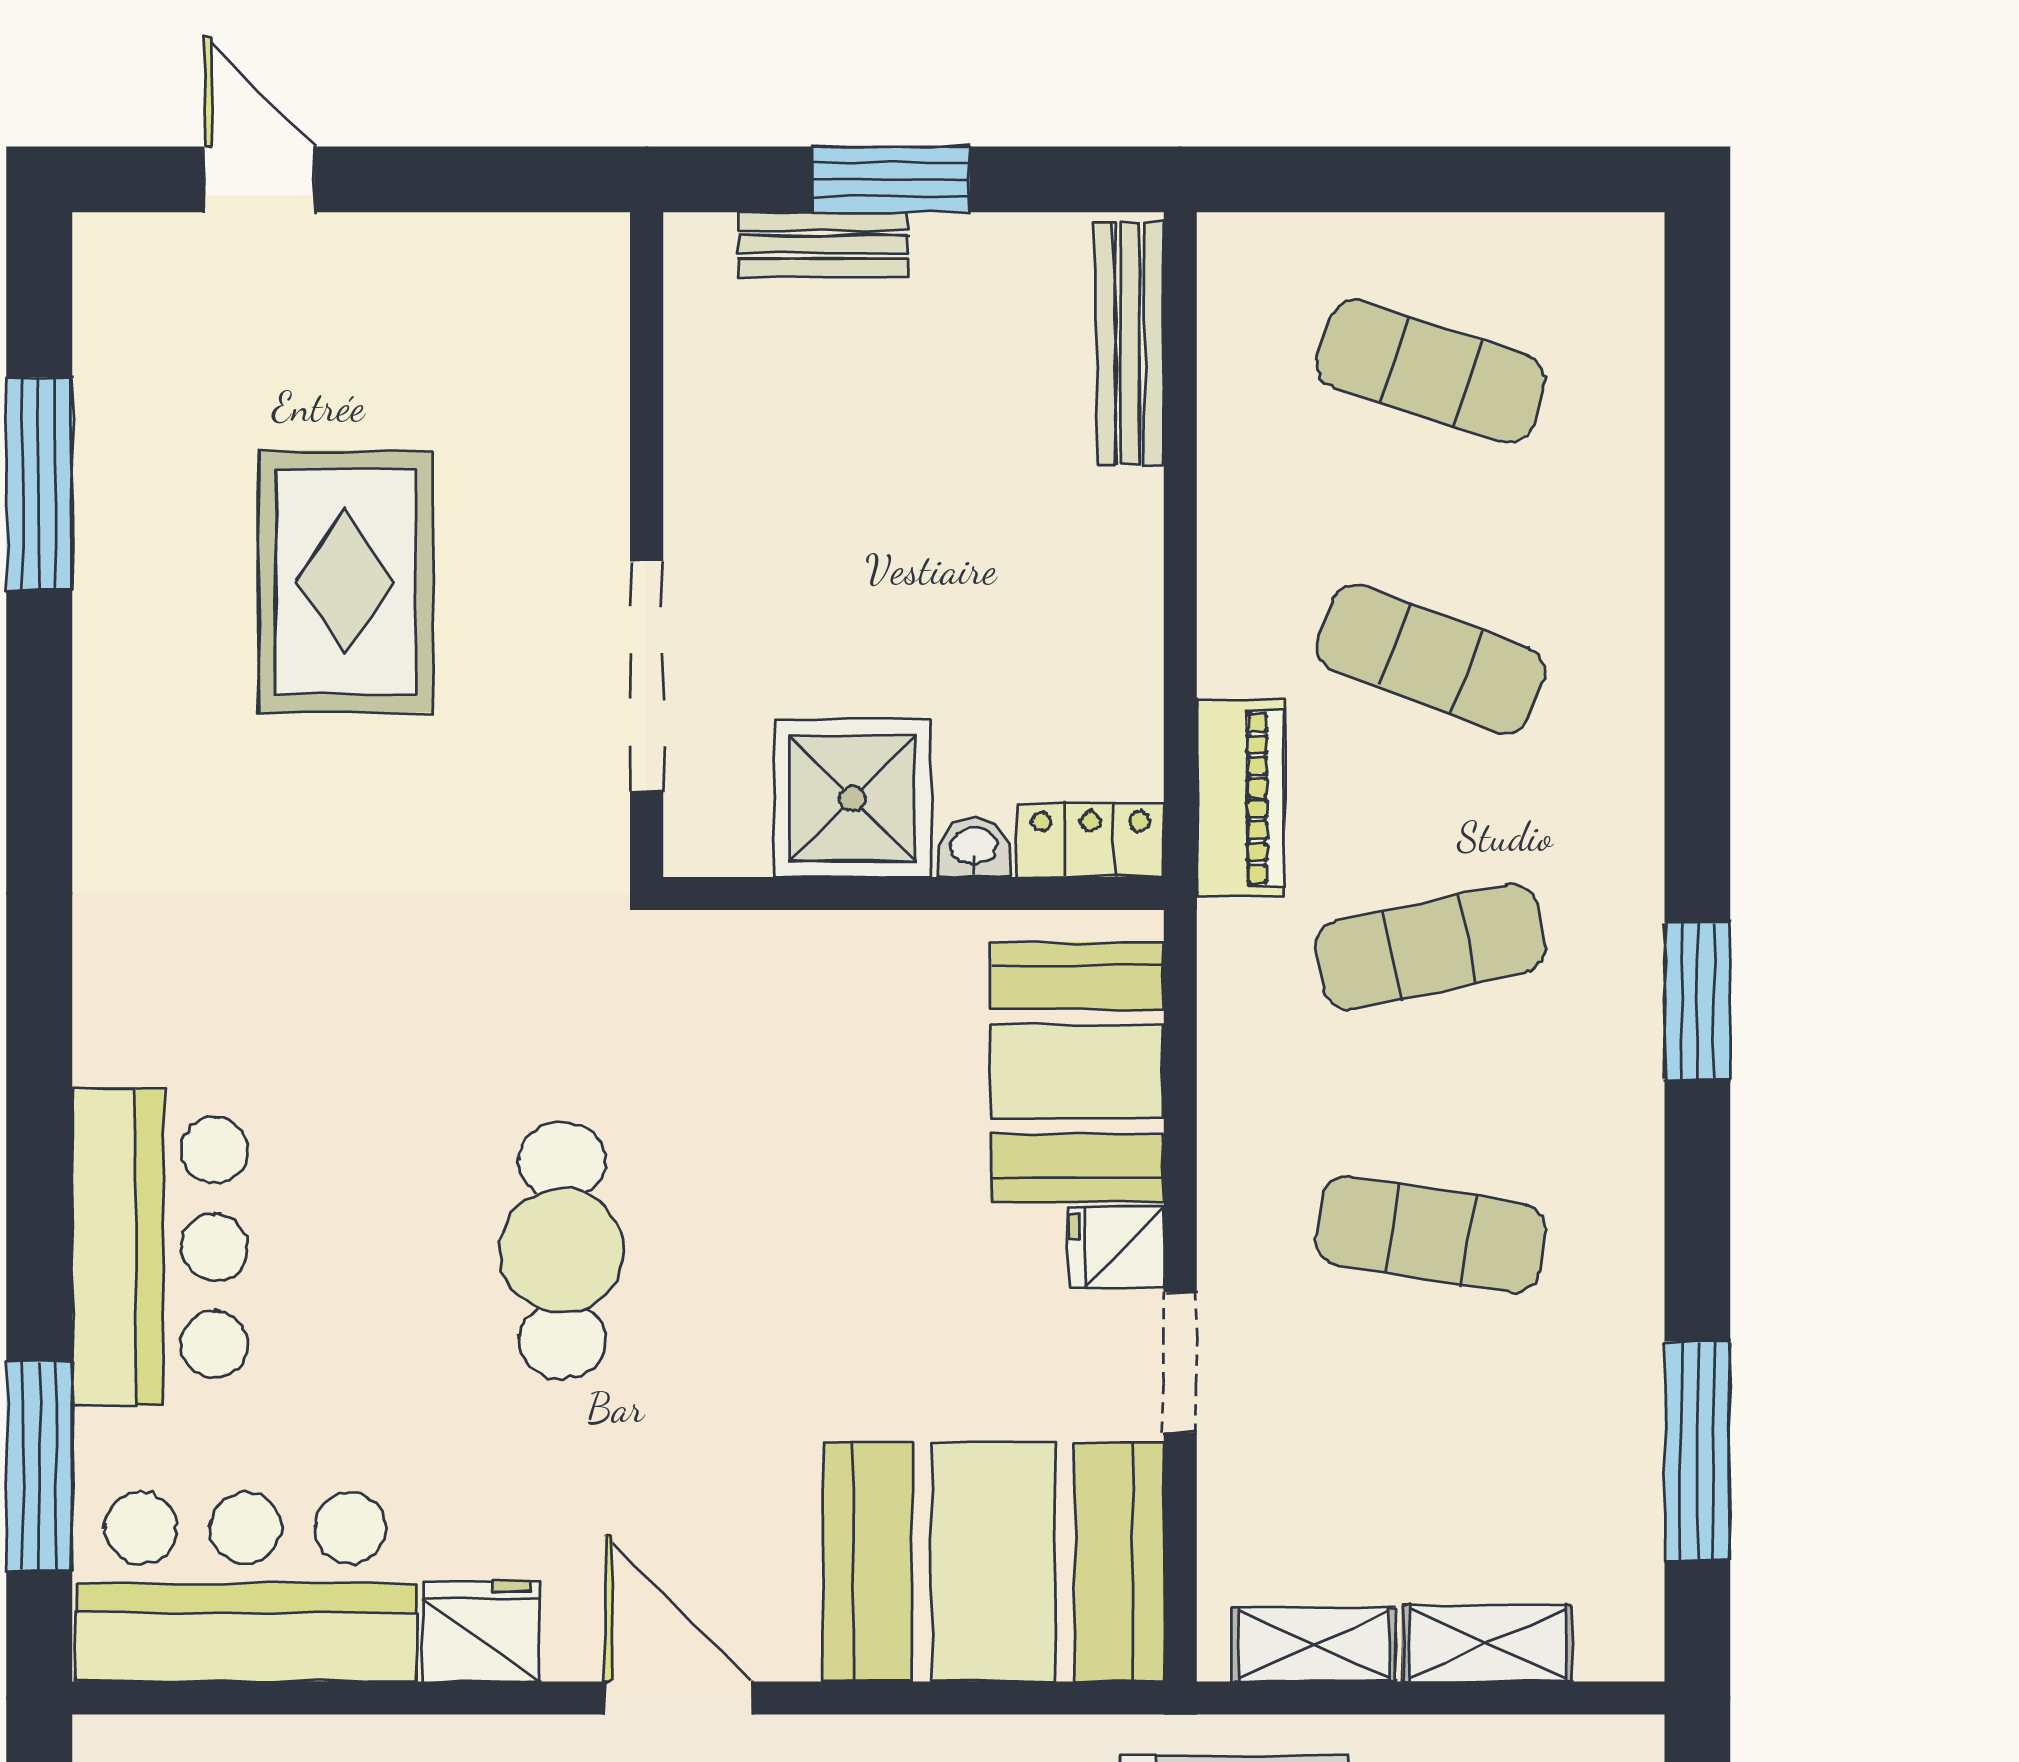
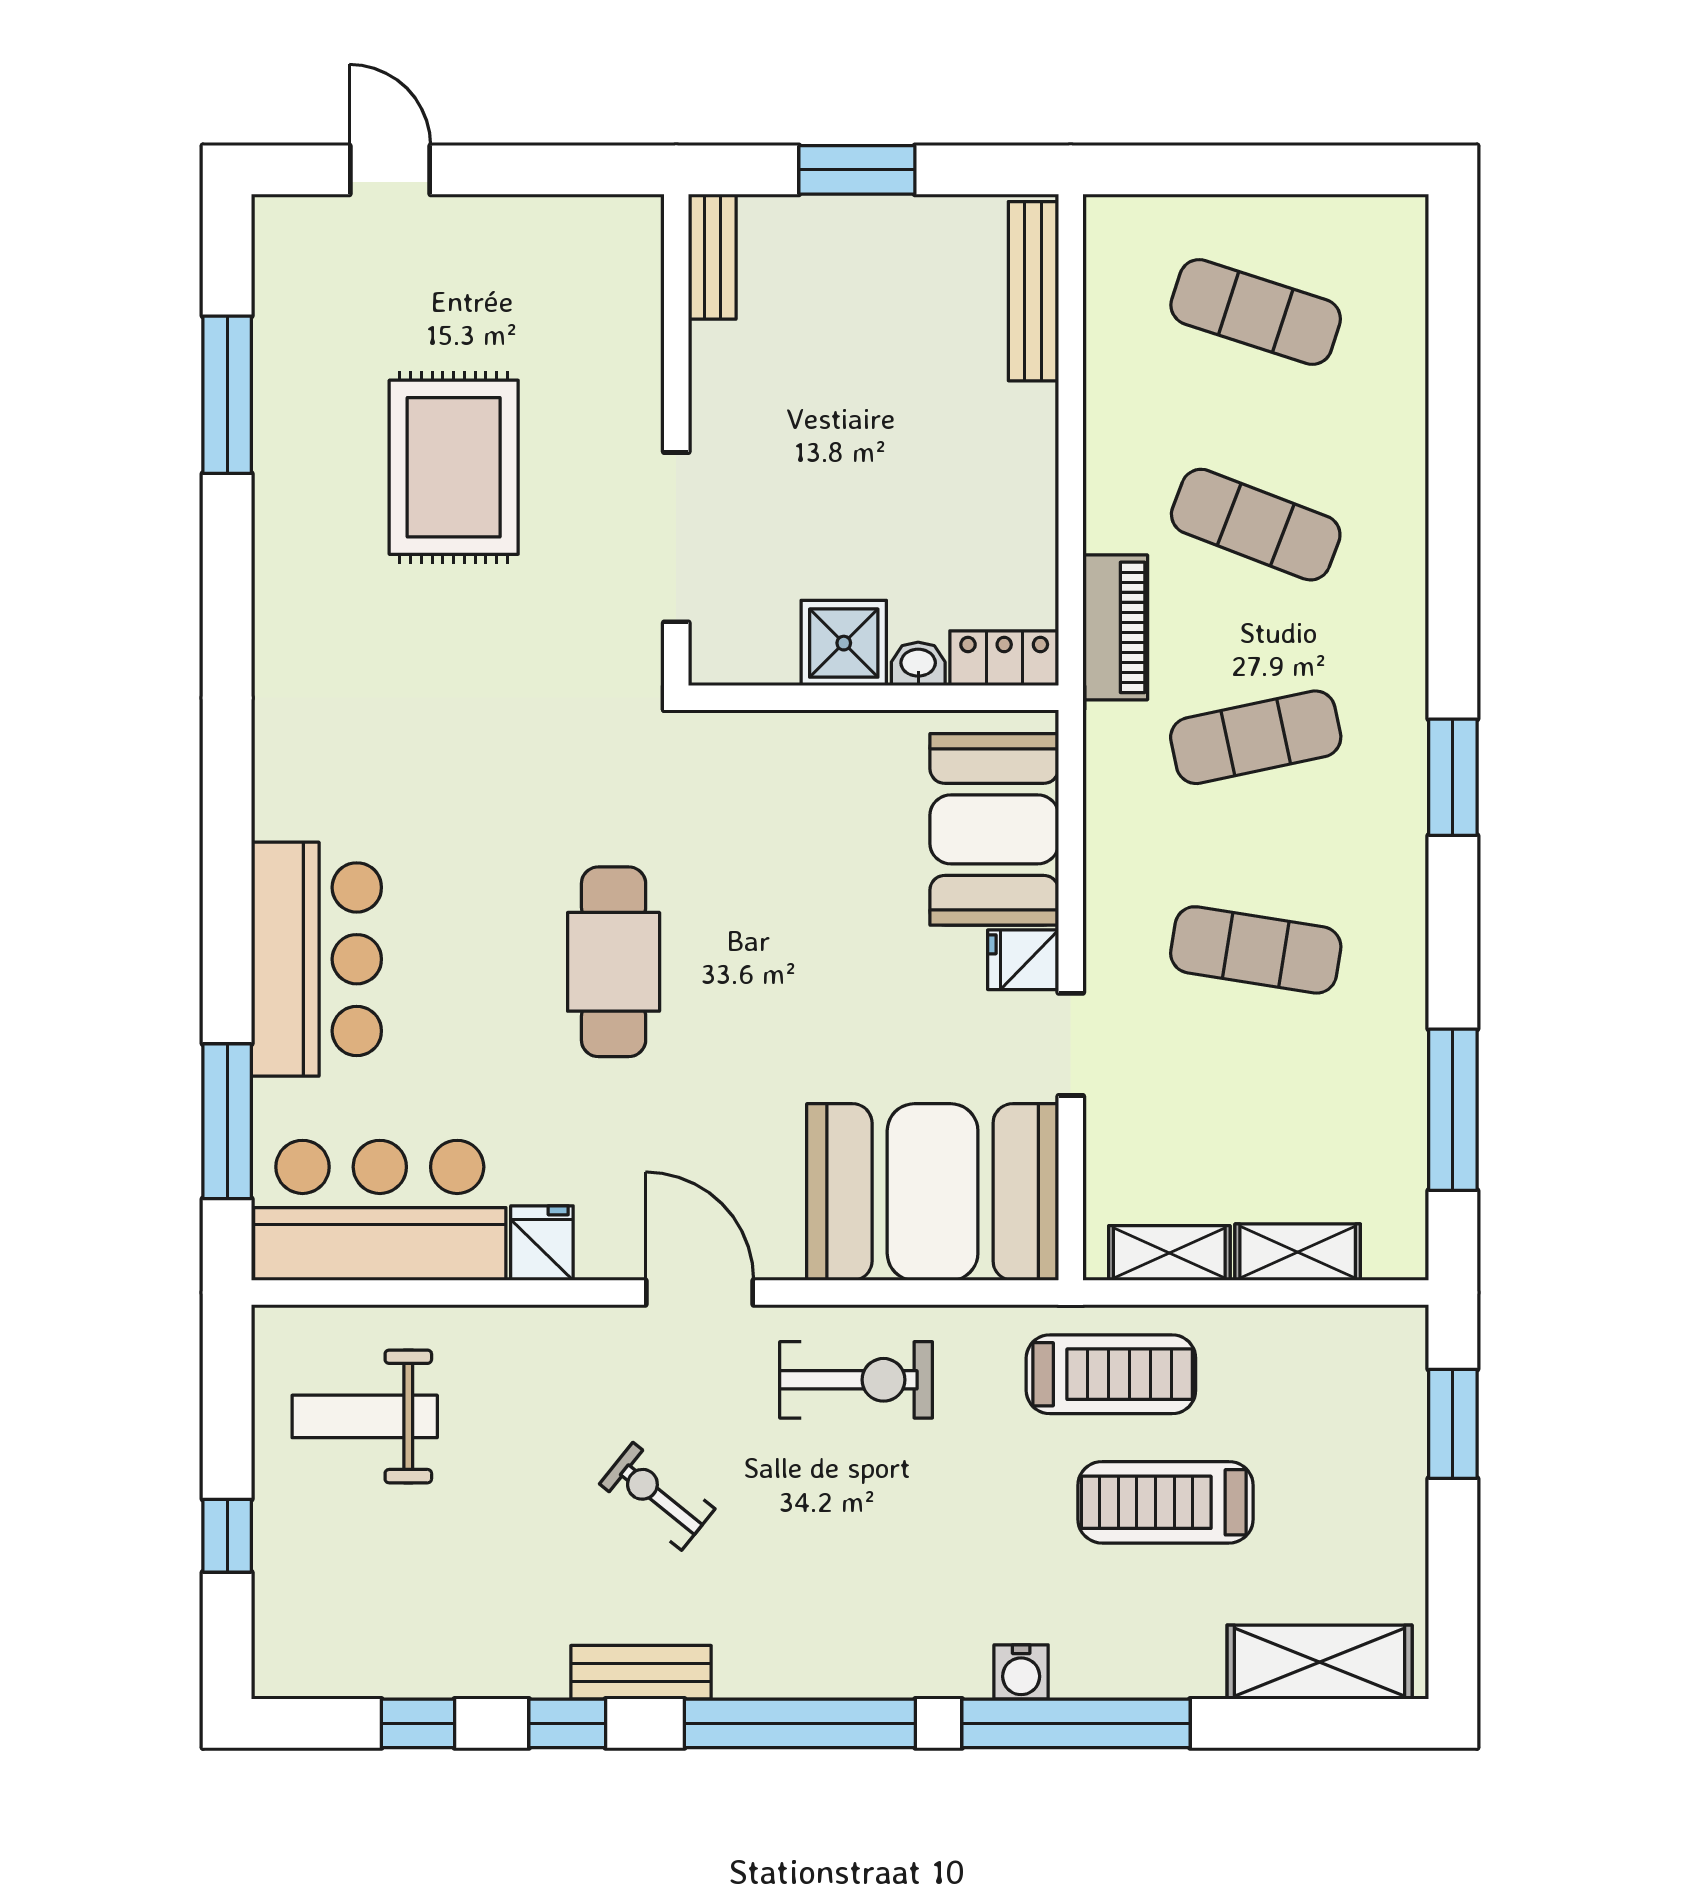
bench: (823, 244) -> (712, 257), moved, turned 90
shower: (852, 798) -> (844, 643), width x0.73, depth x0.73
fridge: (481, 1631) -> (542, 1243), width x0.72

